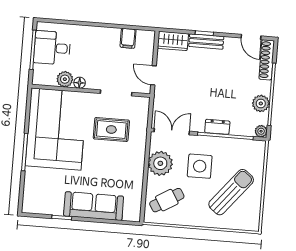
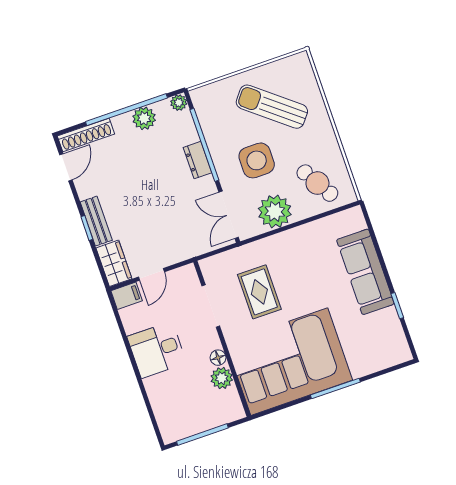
filing cabinet: (128, 38) -> (127, 296), moved
desk: (52, 48) -> (157, 350), moved, turned 90
door: (154, 75) -> (151, 274), moved

